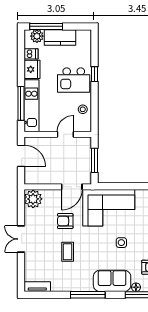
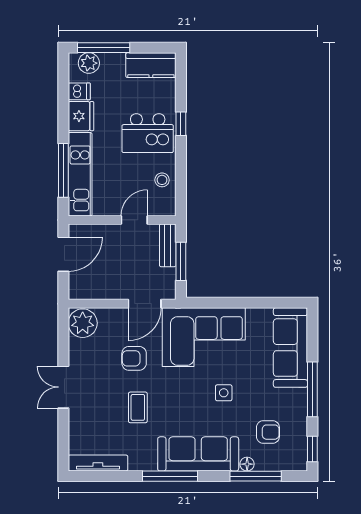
kitchen counter: (60, 37) -> (151, 65), moved
bench: (86, 150) -> (168, 245), added
door: (21, 156) -> (63, 254), hinge flipped
sofa: (112, 281) -> (198, 454), width x1.36
tv unit: (37, 287) -> (98, 463), width x1.41

